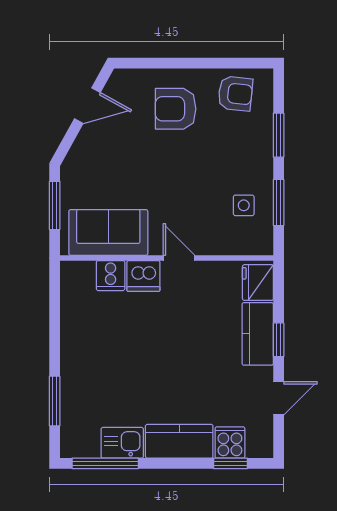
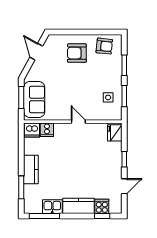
door: (87, 106) -> (36, 52), swing flipped
sofa: (108, 232) -> (34, 99), moved, turned 90
dishwasher: (143, 276) -> (32, 130), moved
kitchen counter: (258, 334) -> (31, 169), moved, turned 180

